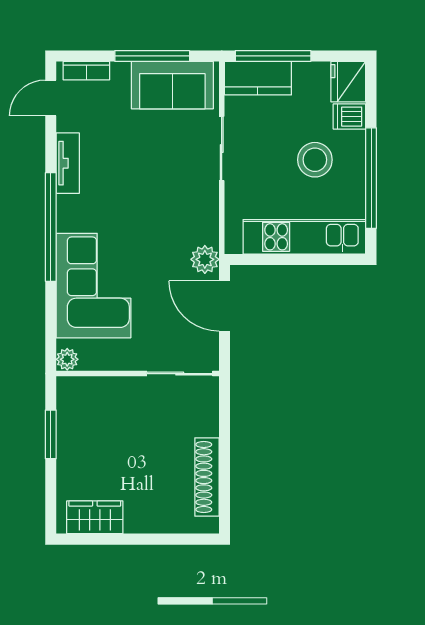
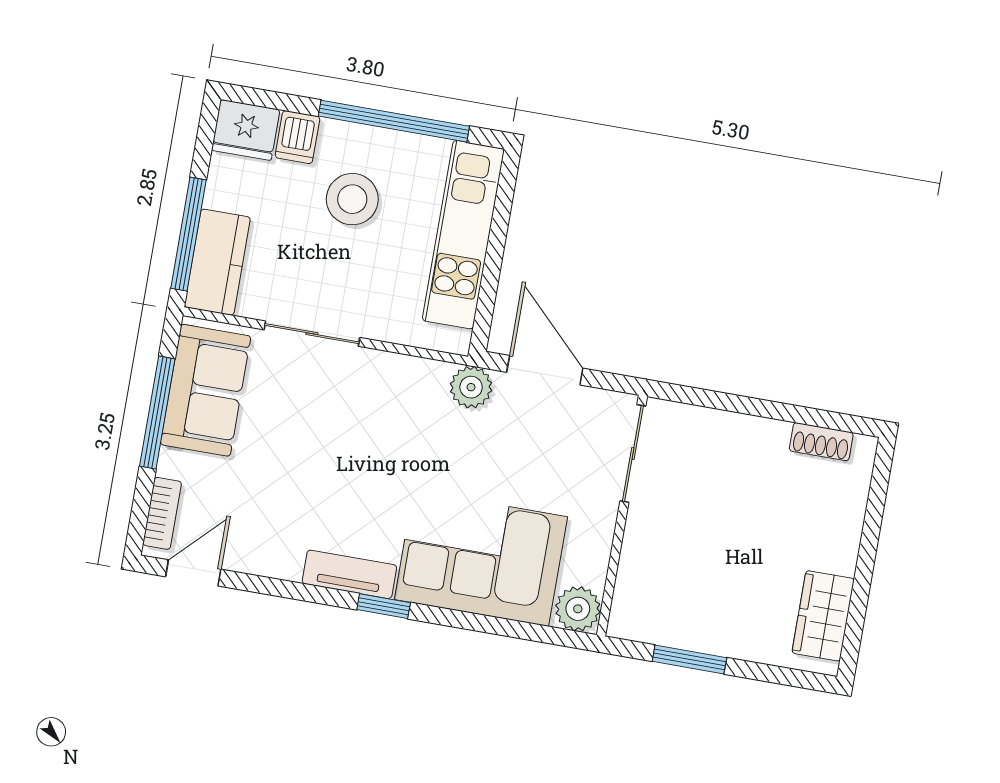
door: (51, 98) -> (193, 573), swing flipped
tv unit: (68, 163) -> (349, 574), moved
window: (51, 227) -> (384, 606), width x0.32
door: (224, 306) -> (545, 370), swing flipped
plant: (67, 359) -> (578, 609), width x1.38, depth x1.38
shoe rack: (207, 477) -> (821, 442), width x0.51, depth x0.81

